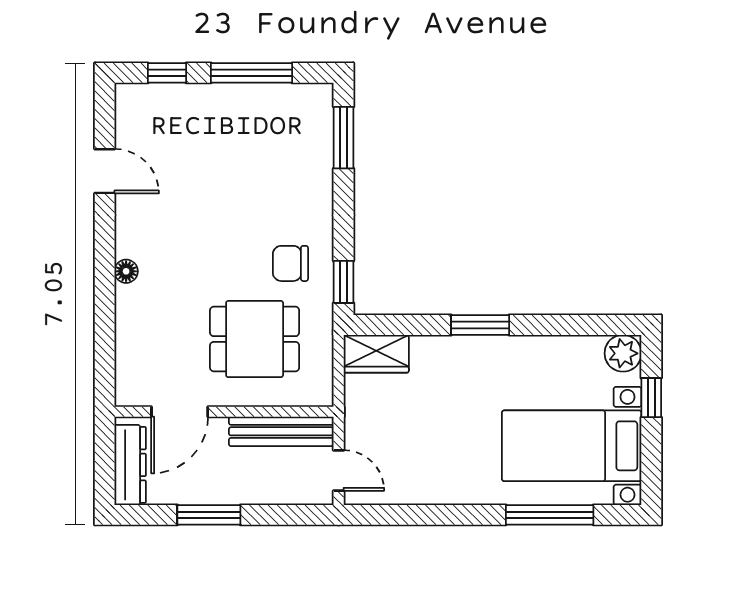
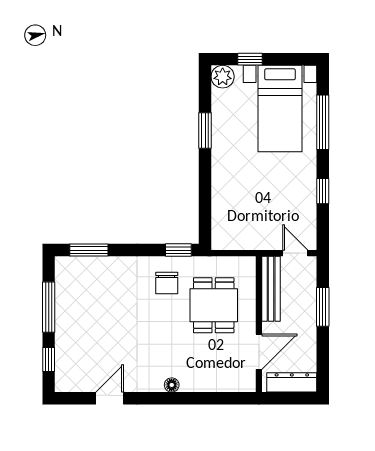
window: (480, 325) -> (205, 130), moved
wardrobe: (376, 354) -> (223, 230), removed
door: (180, 412) -> (259, 352), hinge flipped
door: (339, 470) -> (295, 253), hinge flipped
window: (209, 515) -> (323, 307), moved
window: (439, 515) -> (323, 191), added

